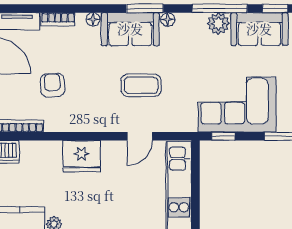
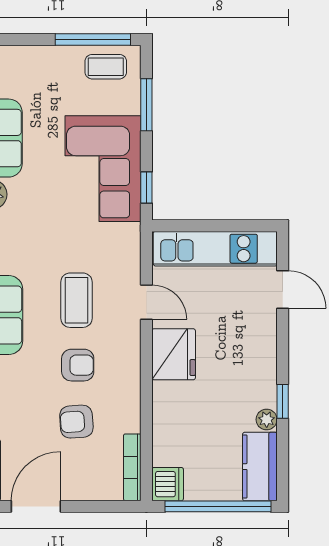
armchair: (94, 86) -> (78, 365), added
fridge: (82, 156) -> (174, 354), moved

